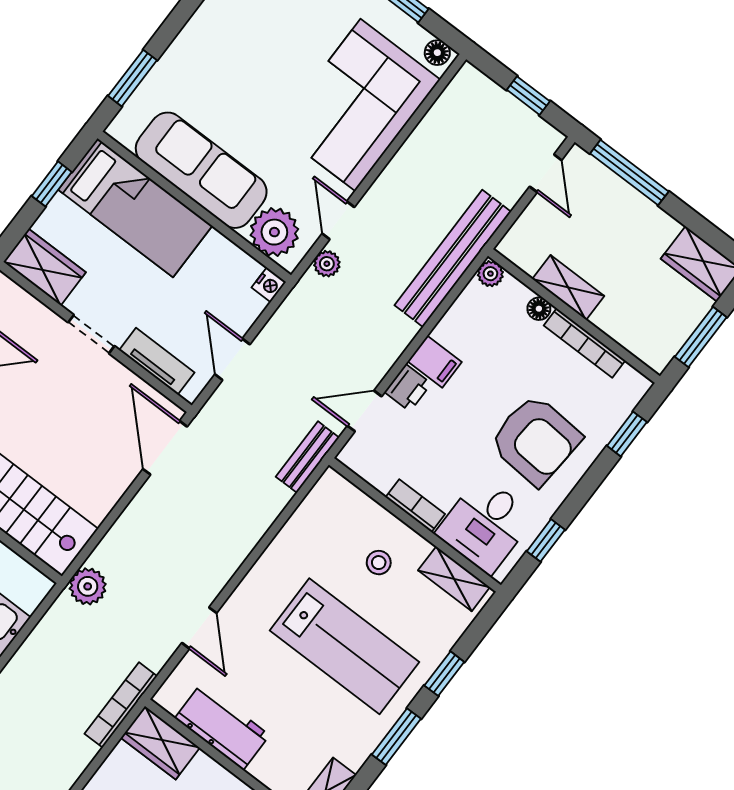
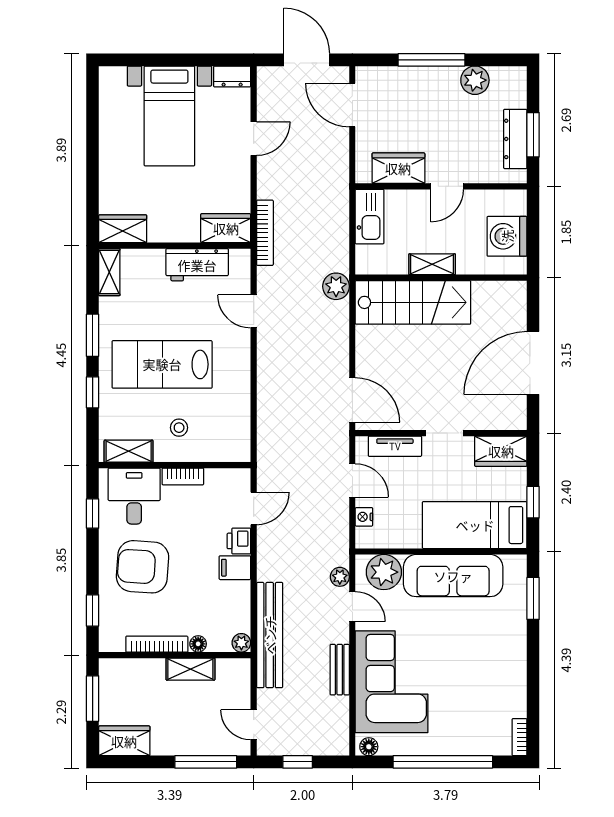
nightstand: (269, 285) -> (364, 517), moved
bench: (307, 457) -> (340, 670), moved

